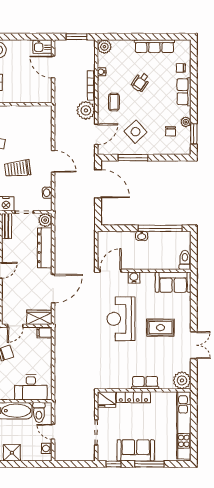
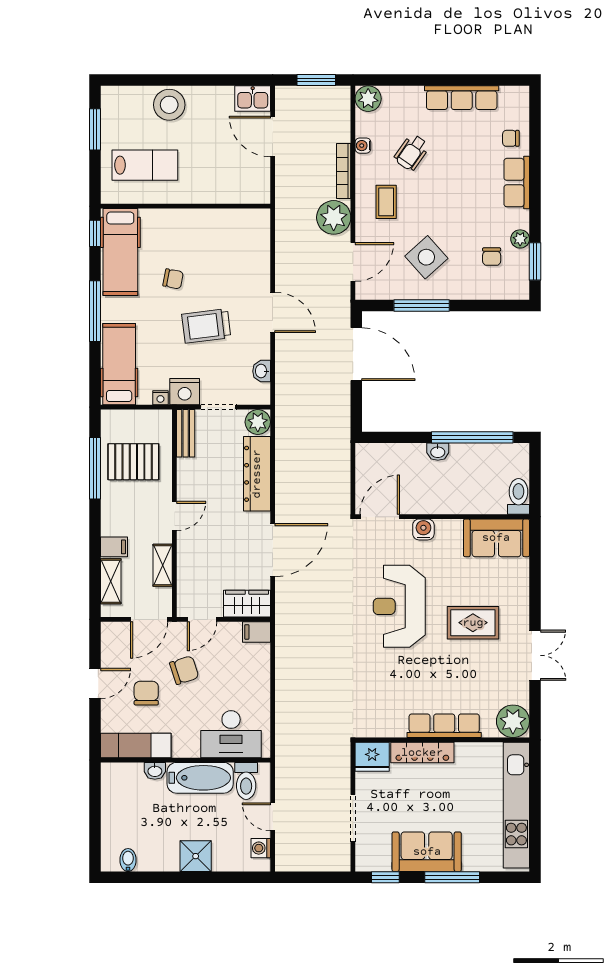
wheelchair: (141, 82) -> (412, 152), moved
row of seats: (145, 383) -> (444, 726), width x1.48

